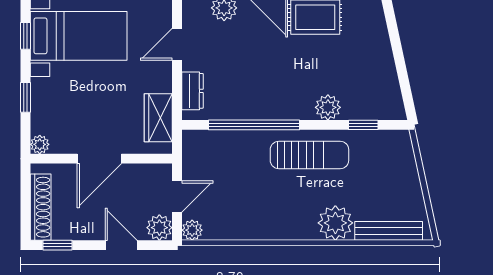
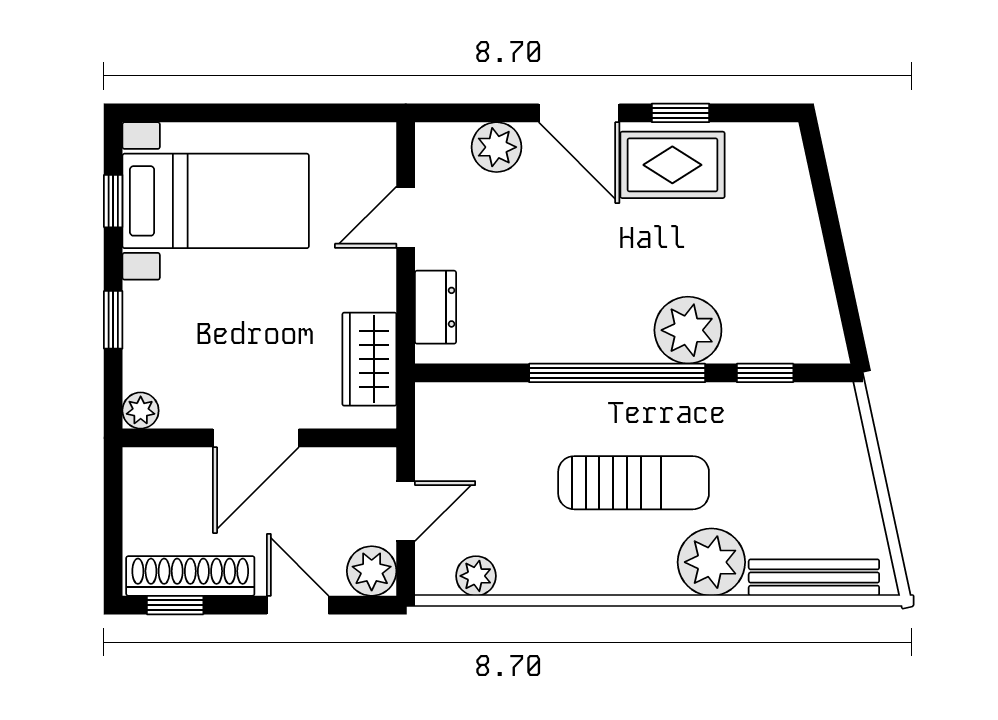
plant: (328, 107) -> (688, 330), width x1.36, depth x1.36
window: (254, 125) -> (617, 373), moved
sun lounger: (309, 155) -> (634, 483), moved
shoe rack: (41, 207) -> (190, 576), moved, turned -90
plant: (192, 230) -> (476, 576), moved

